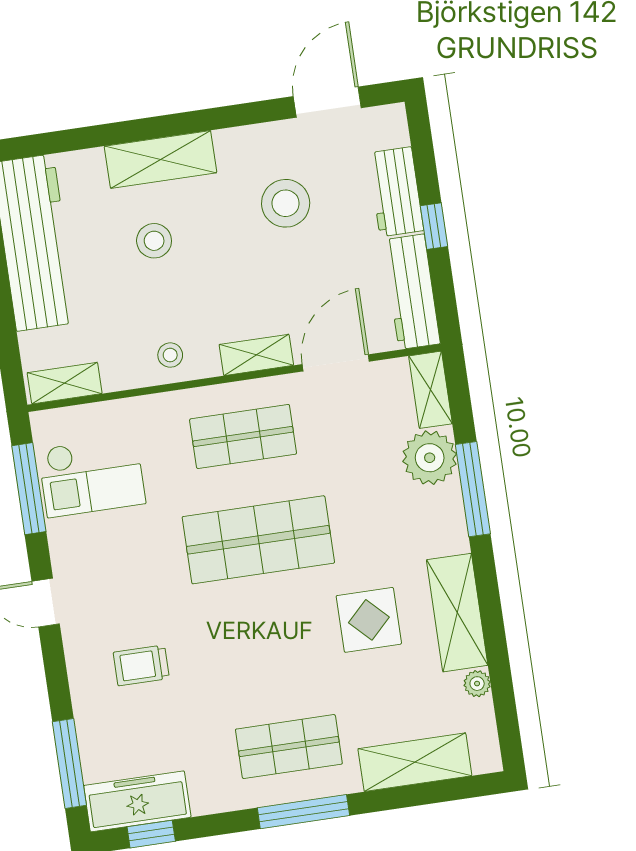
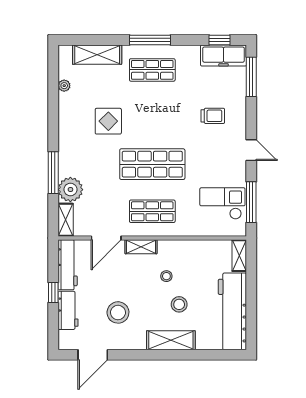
stool: (170, 355) -> (166, 276), moved
shelving: (65, 383) -> (239, 256), moved, turned 90
shelving: (457, 613) -> (68, 119), removed

